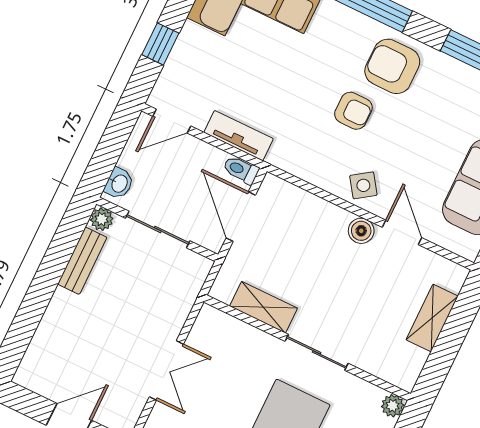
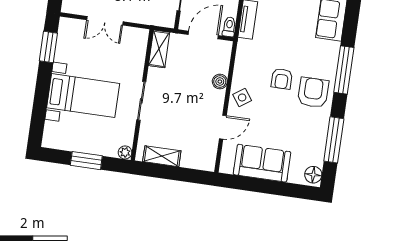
boiler: (361, 231) -> (220, 82), moved
shelving: (264, 307) -> (159, 49), moved
shelving: (432, 318) -> (162, 156), moved

